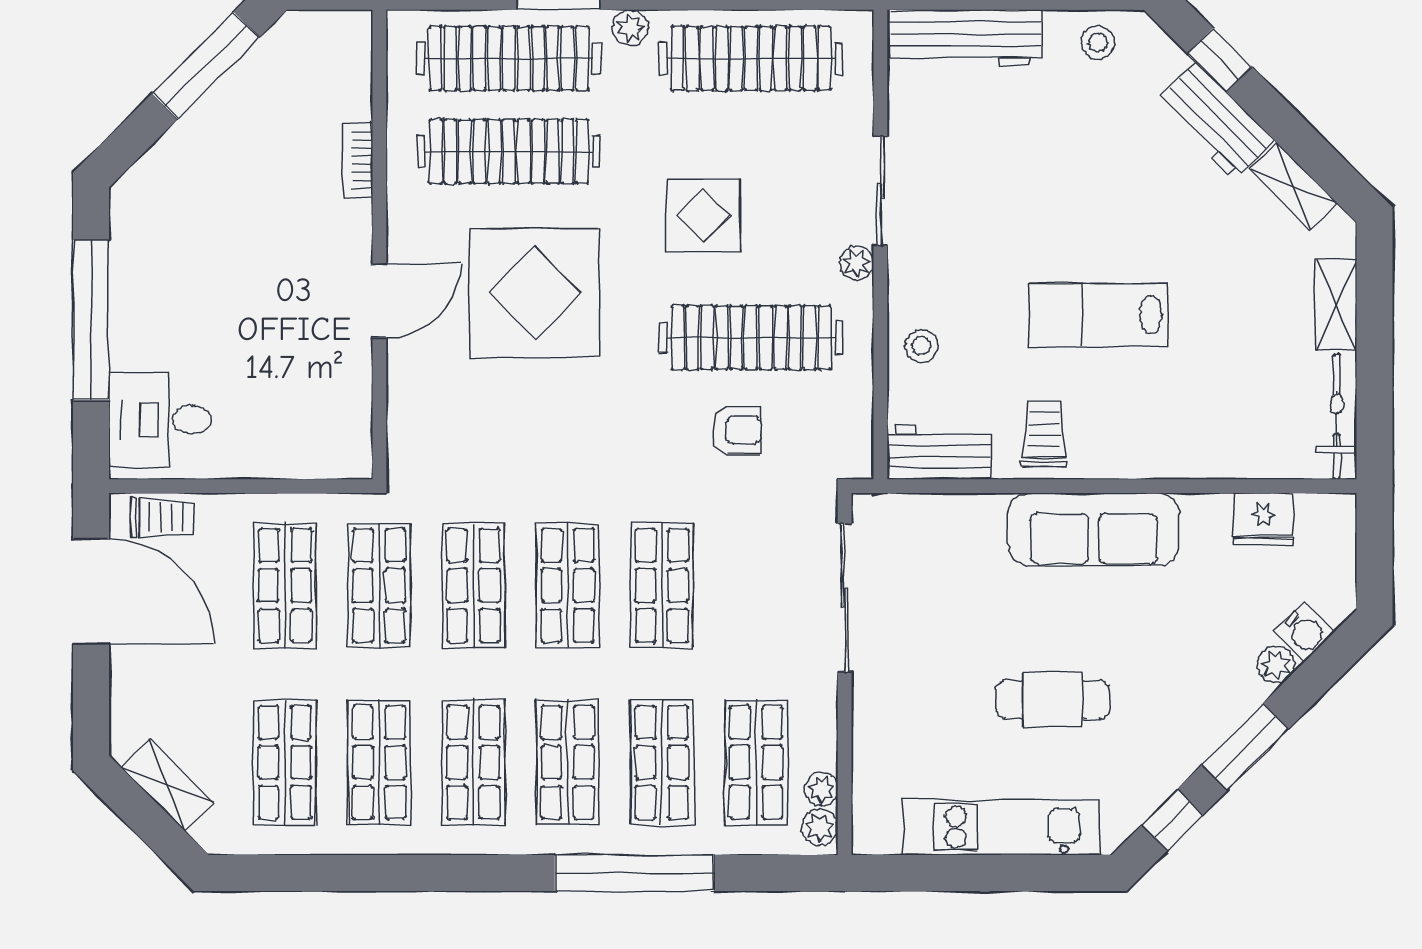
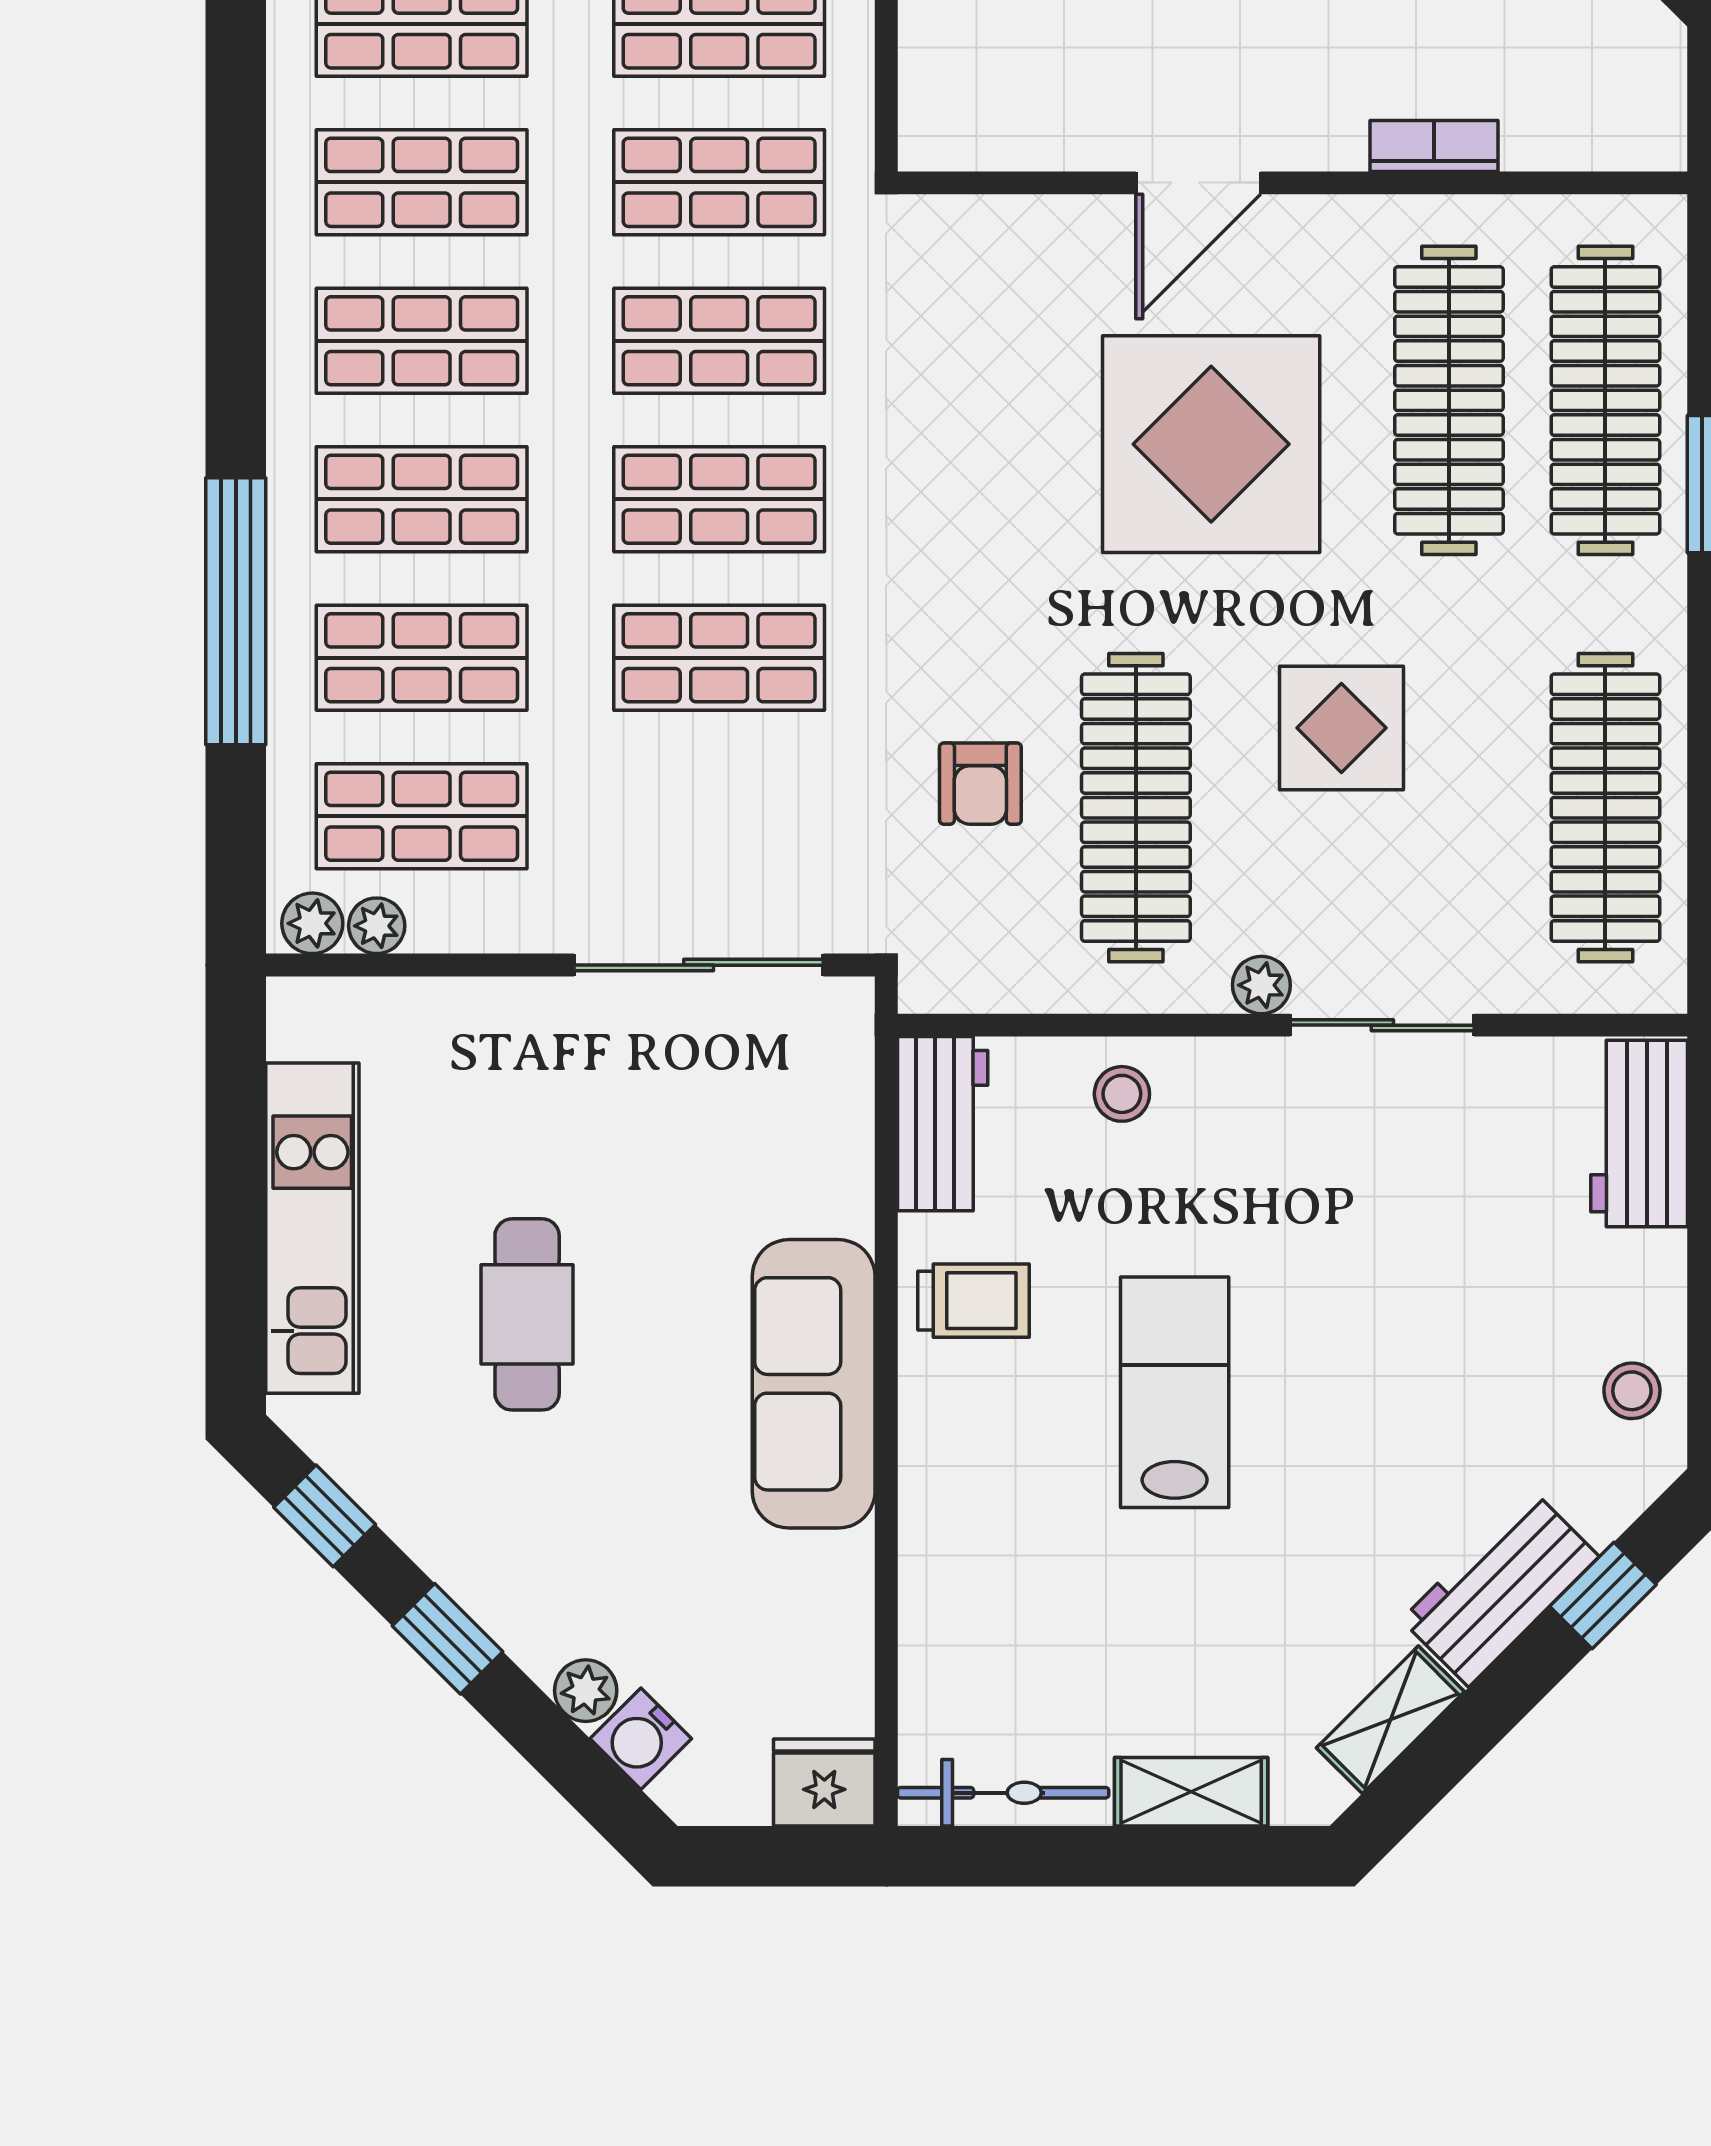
plant: (630, 28) -> (1657, 605), removed
workbench: (966, 38) -> (1639, 1133), width x0.73
door: (379, 301) -> (1198, 183), hinge flipped
fridge: (1263, 519) -> (824, 1783), moved, turned 90
window: (1245, 747) -> (448, 1639), width x0.67

